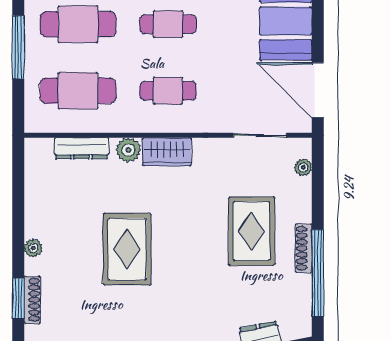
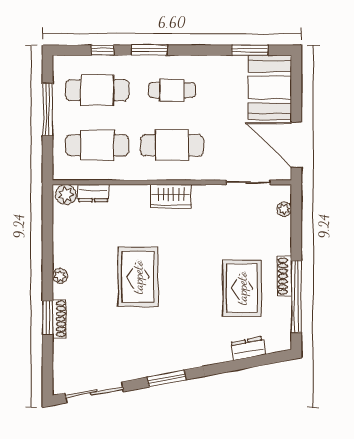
cafe table: (168, 91) -> (172, 145), width x1.37, depth x1.35
dresser: (81, 148) -> (93, 193), width x0.70
plant: (128, 150) -> (66, 195), moved
rug: (252, 231) -> (242, 288), moved

